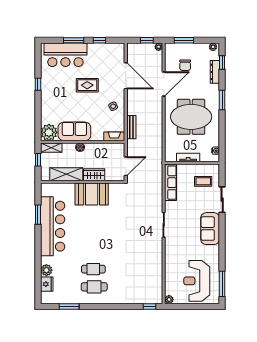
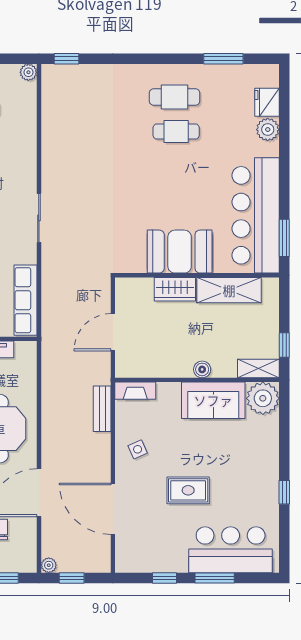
shelving: (66, 174) -> (229, 290), moved
wardrobe: (94, 175) -> (175, 289), moved
wall: (83, 182) -> (197, 275), moved
booth: (92, 194) -> (180, 252), moved

